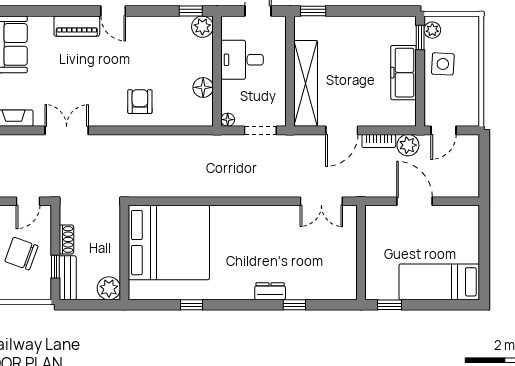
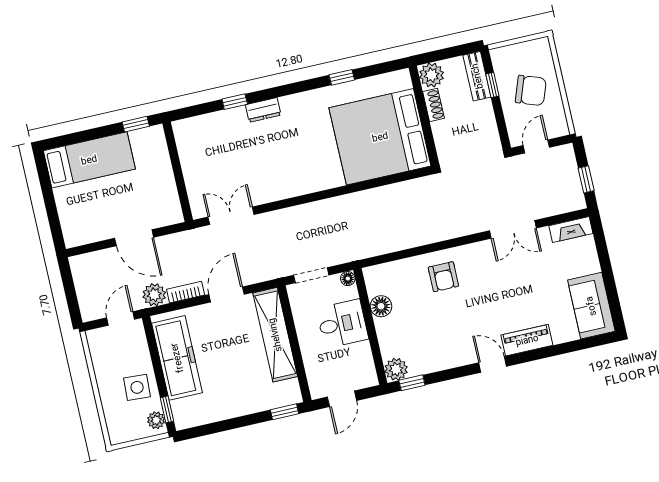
desk: (242, 60) -> (342, 324), moved
freezer: (403, 73) -> (177, 358), width x1.36, depth x1.26
shoe rack: (66, 239) -> (433, 105), moved, turned 180

